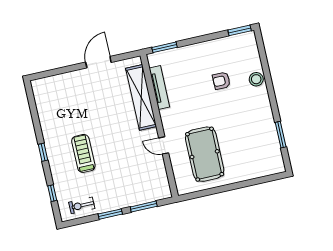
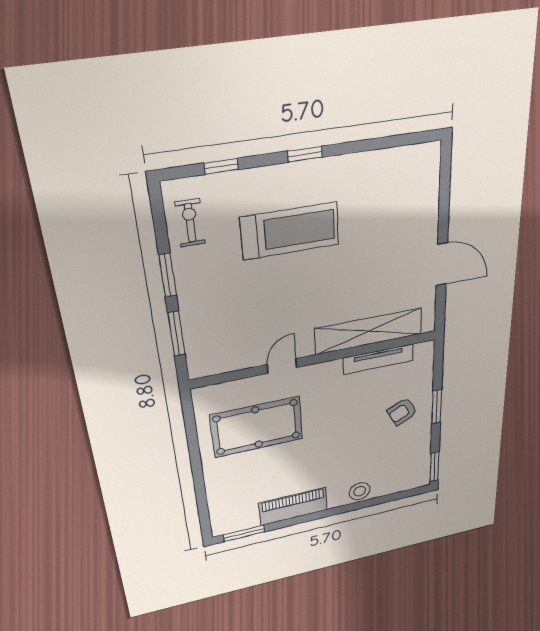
window: (165, 47) -> (437, 407), moved
armchair: (221, 81) -> (402, 412), moved, turned -116
piano: (265, 122) -> (293, 506), added
window: (281, 135) -> (244, 533), moved
treadmill: (83, 153) -> (290, 231), width x1.37, depth x1.38

